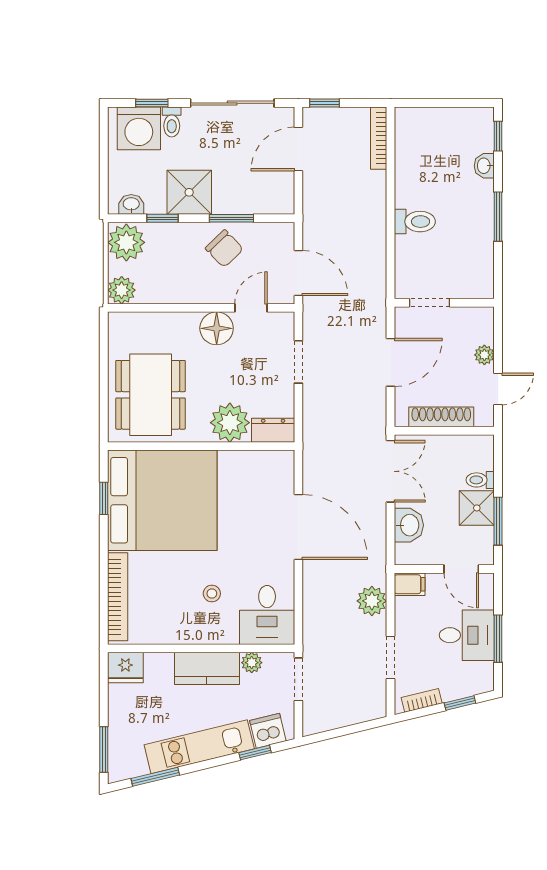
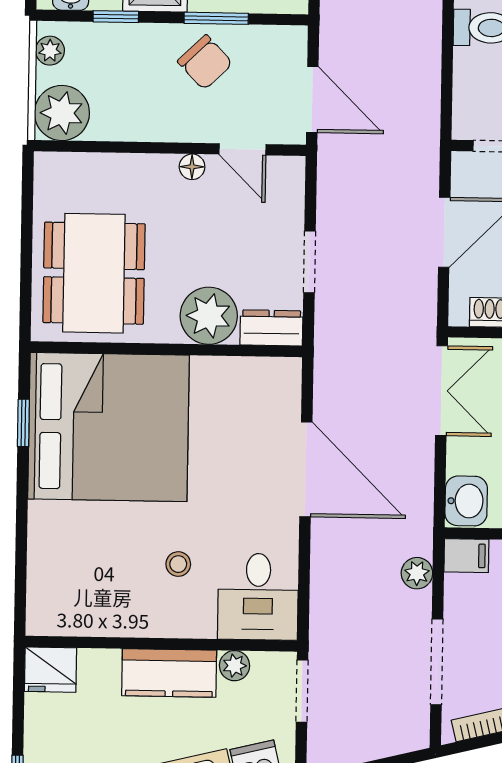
plant: (126, 242) -> (50, 51), width x0.53, depth x0.53
plant: (122, 290) -> (62, 113), width x1.36, depth x1.36
door: (251, 308) -> (242, 149), swing flipped
floor lamp: (217, 328) -> (192, 167), width x0.53, depth x0.53
doorway: (298, 362) -> (309, 262), moved
washbasin: (409, 525) -> (466, 501), moved
bookcase: (118, 597) -> (41, 566), removed
plant: (372, 601) -> (417, 573), width x0.73, depth x0.73
doorway: (391, 658) -> (437, 662), width x1.38

